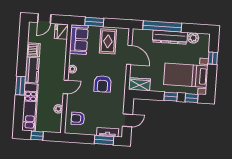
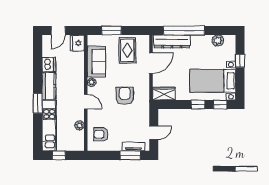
dresser: (170, 37) -> (172, 41), moved
sofa: (79, 40) -> (96, 62), moved
door: (129, 55) -> (151, 63), hinge flipped
armchair: (103, 84) -> (125, 96), turned 180
door: (66, 87) -> (86, 102), hinge flipped

